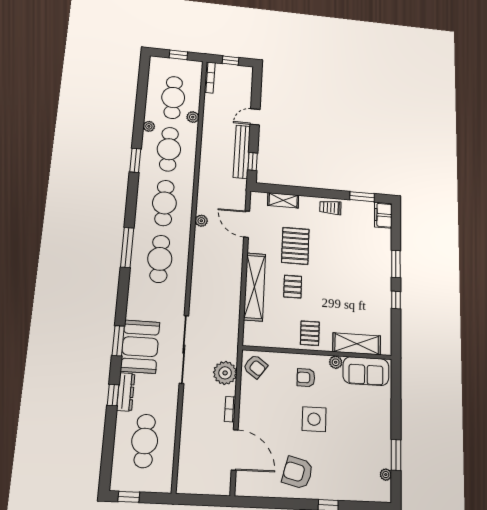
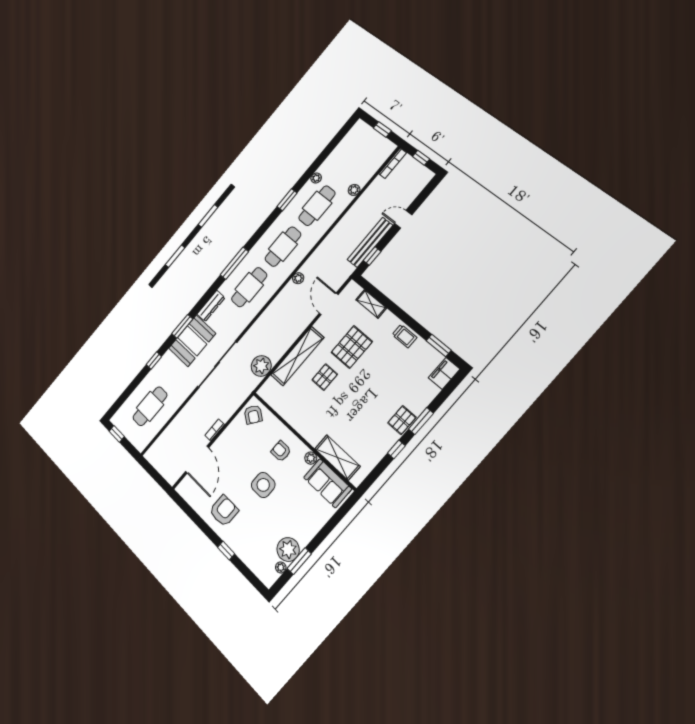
cafe table: (173, 97) -> (351, 164), removed
trolley: (330, 208) -> (404, 336), turned 180
pallet: (310, 333) -> (402, 420), moved
plant: (225, 373) -> (261, 366), moved
dresser: (126, 392) -> (211, 306), moved
plant: (379, 454) -> (288, 549), added
armchair: (298, 473) -> (224, 511), turned 76

